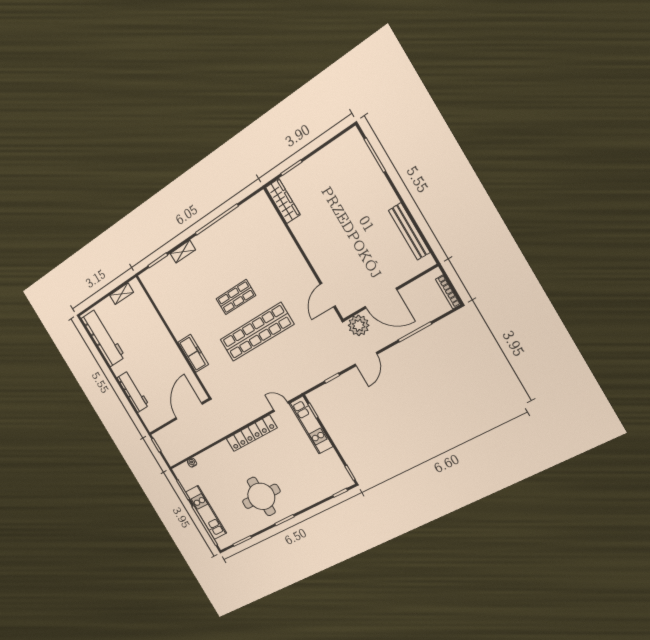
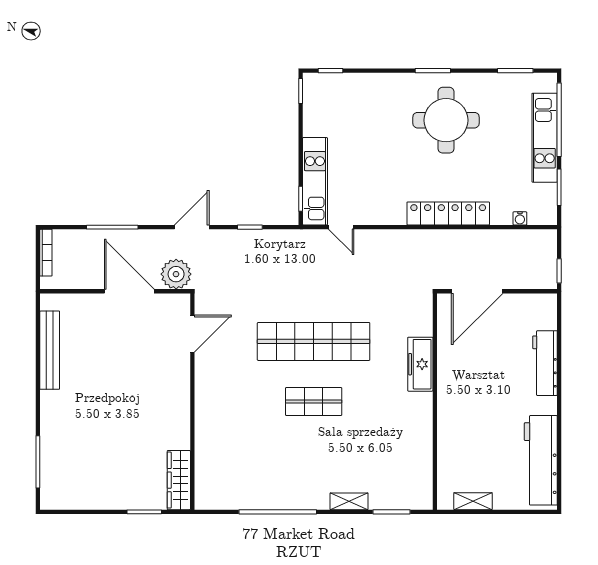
locker: (252, 433) -> (448, 213), moved

